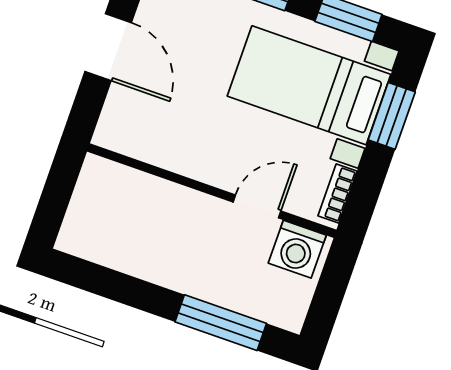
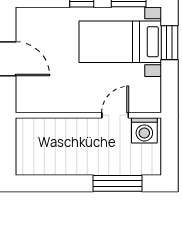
bookcase: (338, 193) -> (155, 94), removed

